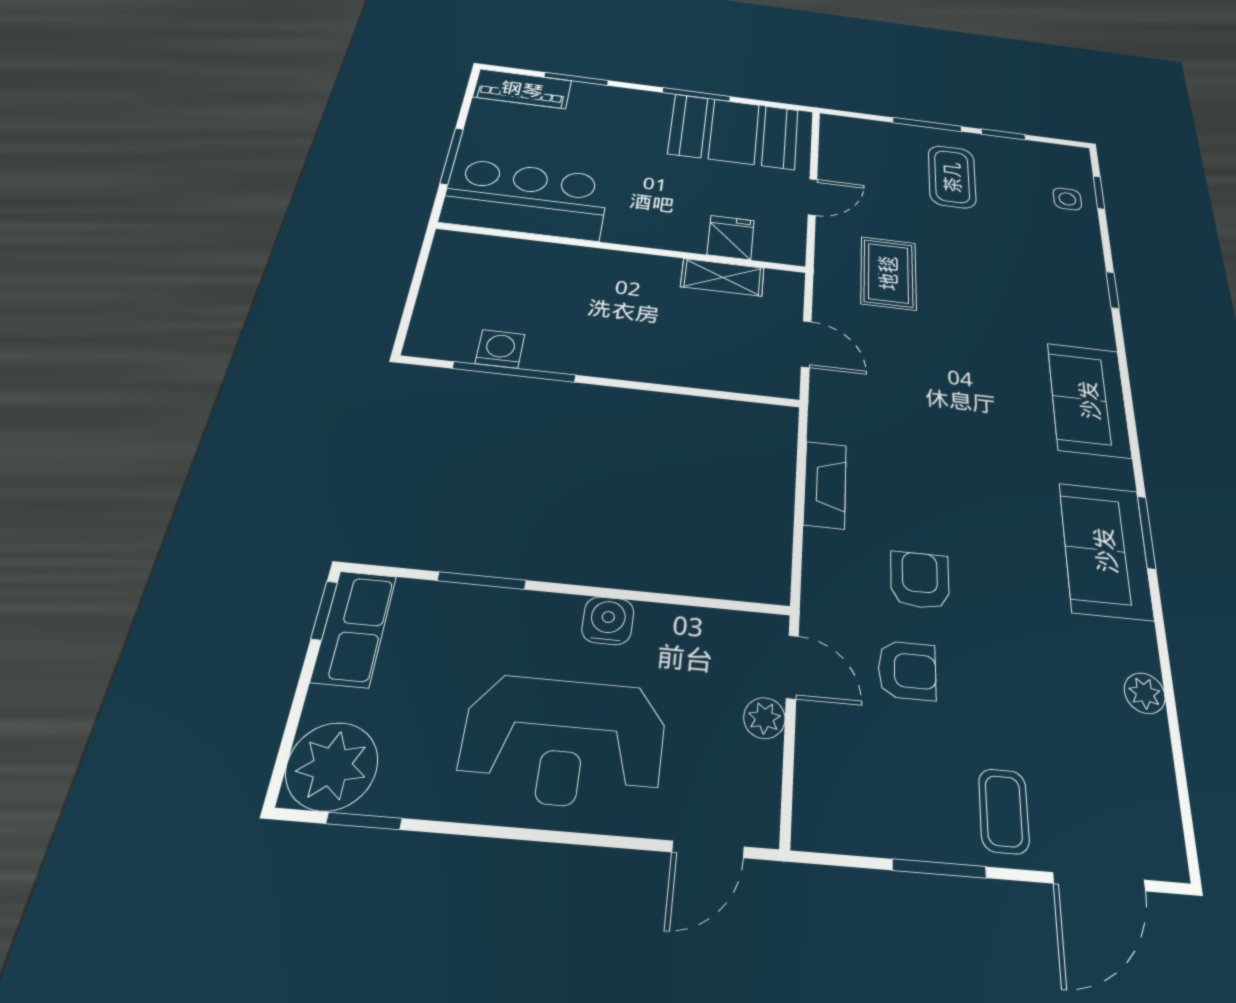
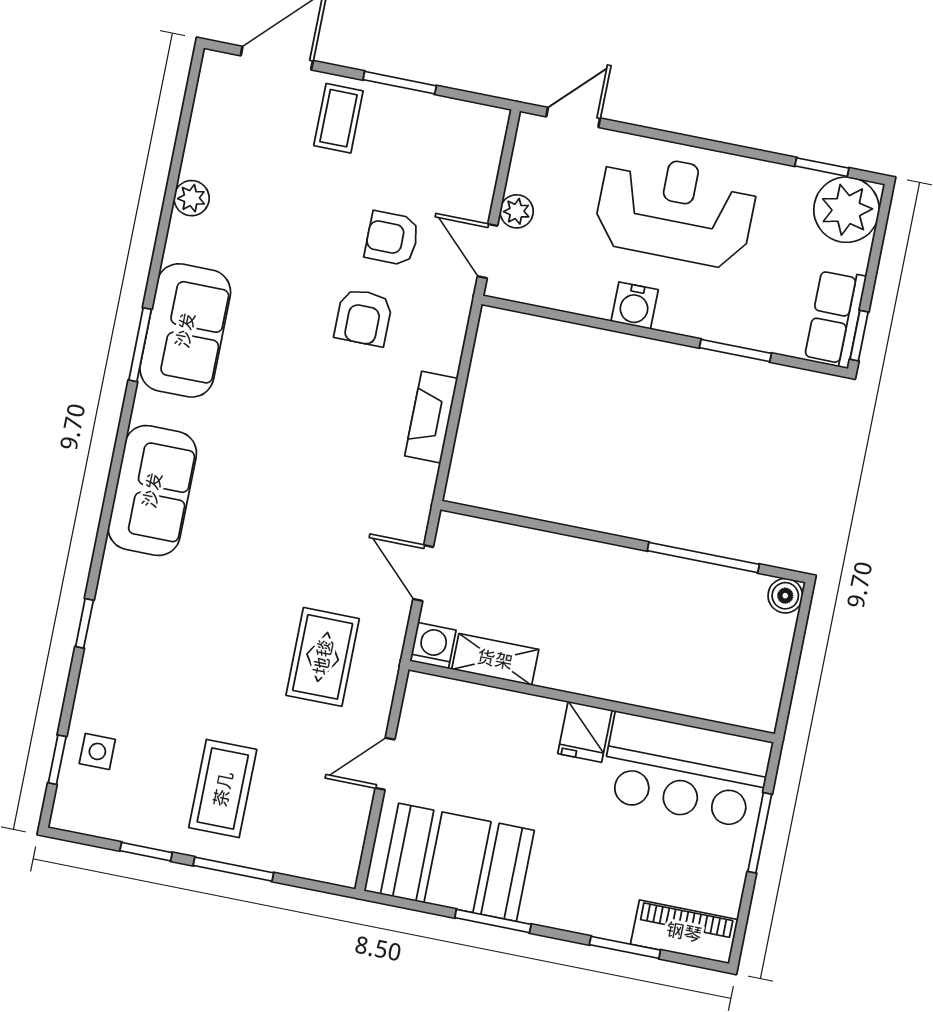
fridge: (731, 238) -> (585, 732), moved
boiler: (423, 342) -> (785, 596), added
washing machine: (500, 349) -> (433, 646), moved, turned 180

